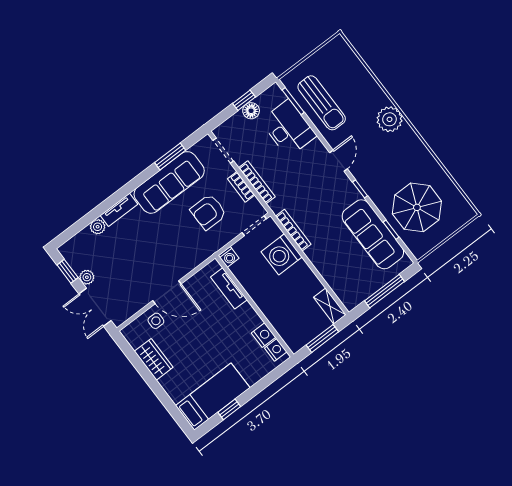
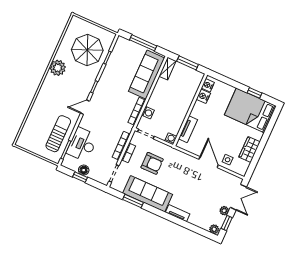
plant: (389, 119) -> (58, 68), moved
plant: (98, 227) -> (214, 229), moved
sofa: (373, 234) -> (147, 75), moved, turned 180
washing machine: (282, 254) -> (148, 113), width x0.53, depth x0.53
bed: (213, 397) -> (250, 110), width x1.50

